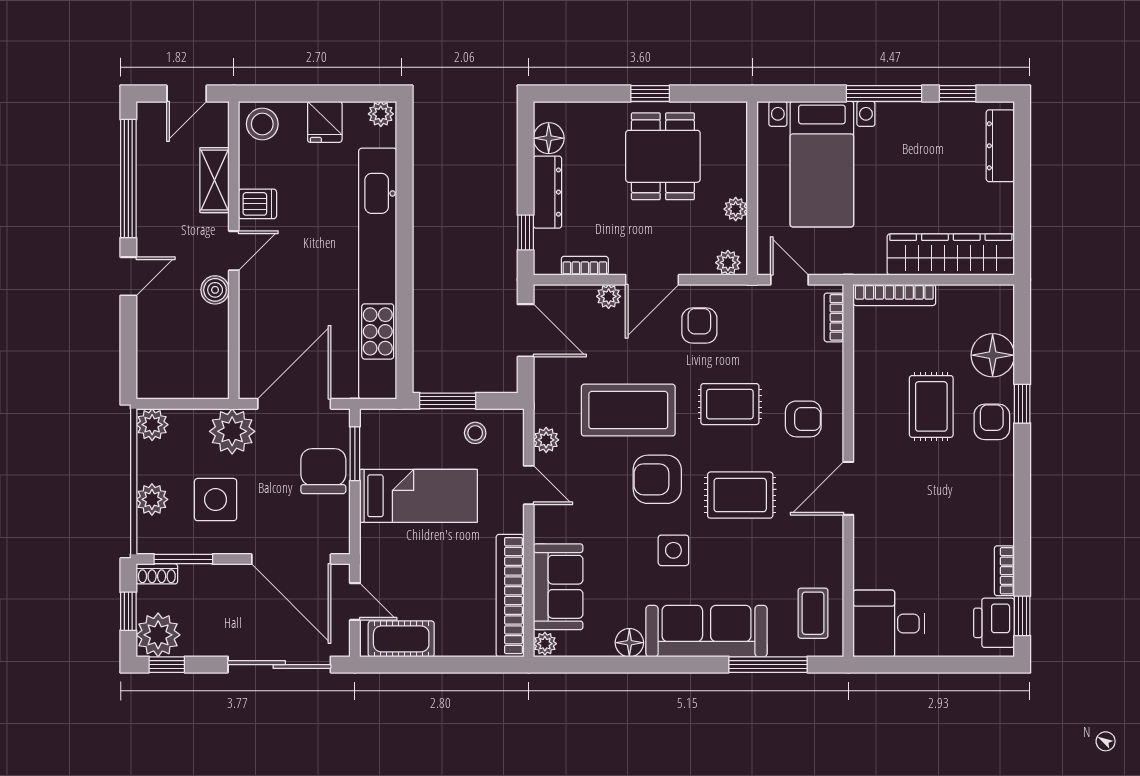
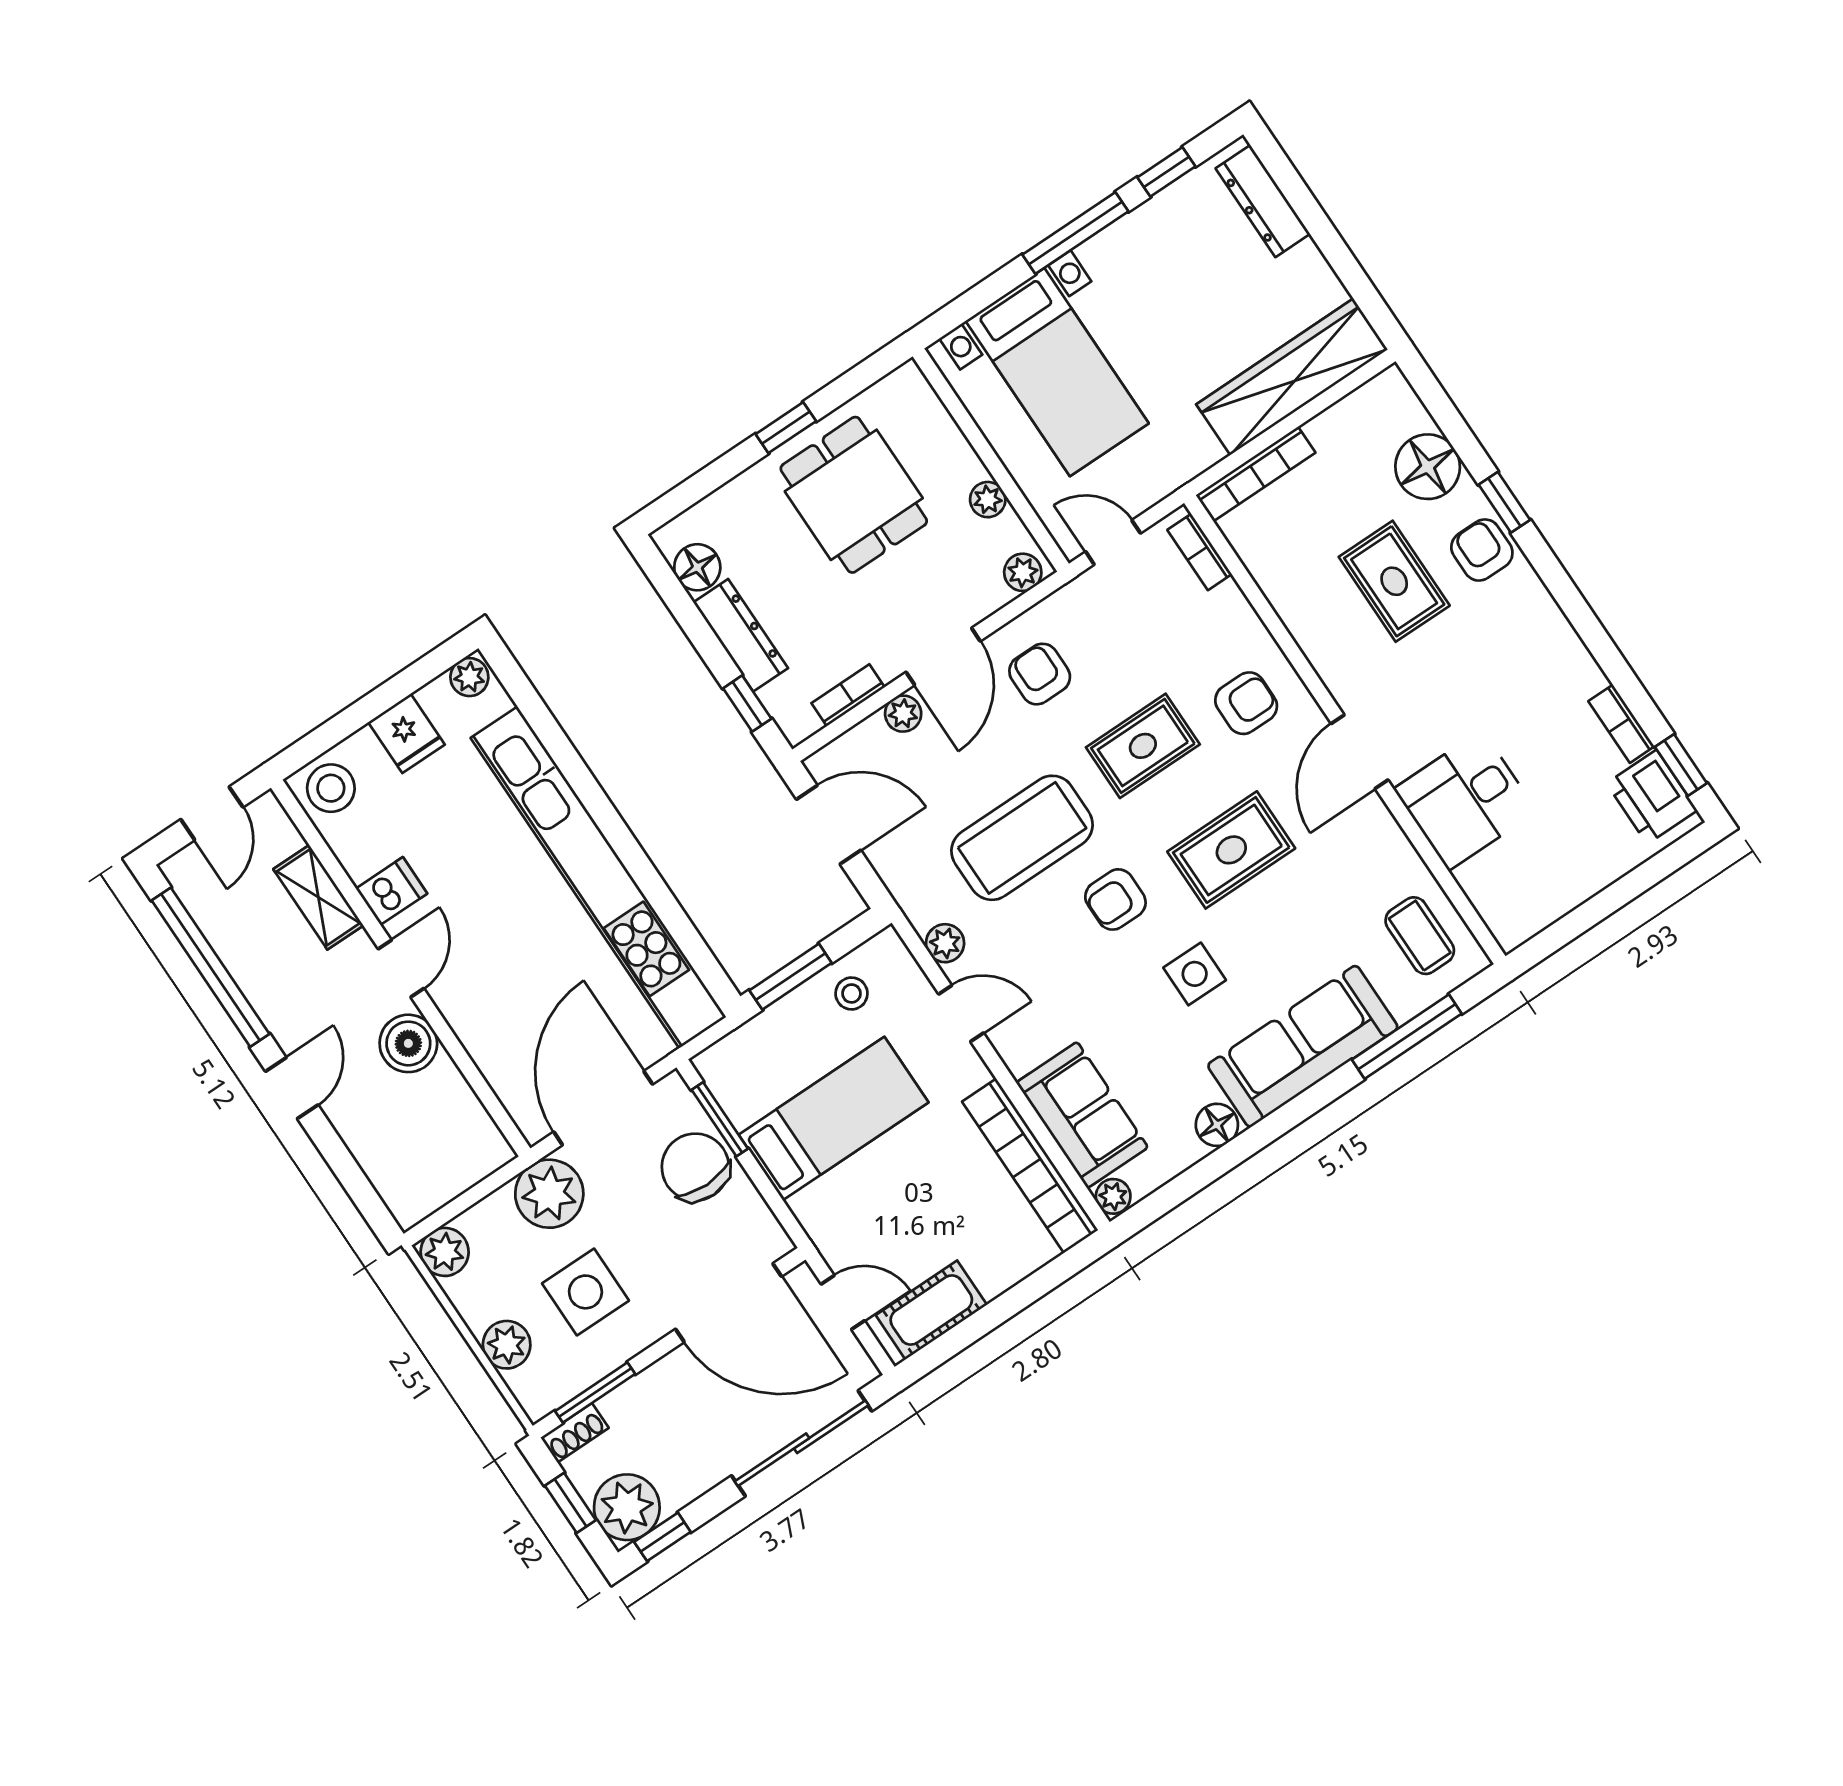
boiler: (215, 290) -> (408, 1043), width x1.36, depth x1.36
armchair: (657, 479) -> (1115, 899), width x0.72, depth x0.72
desk: (889, 623) -> (1465, 800), moved

